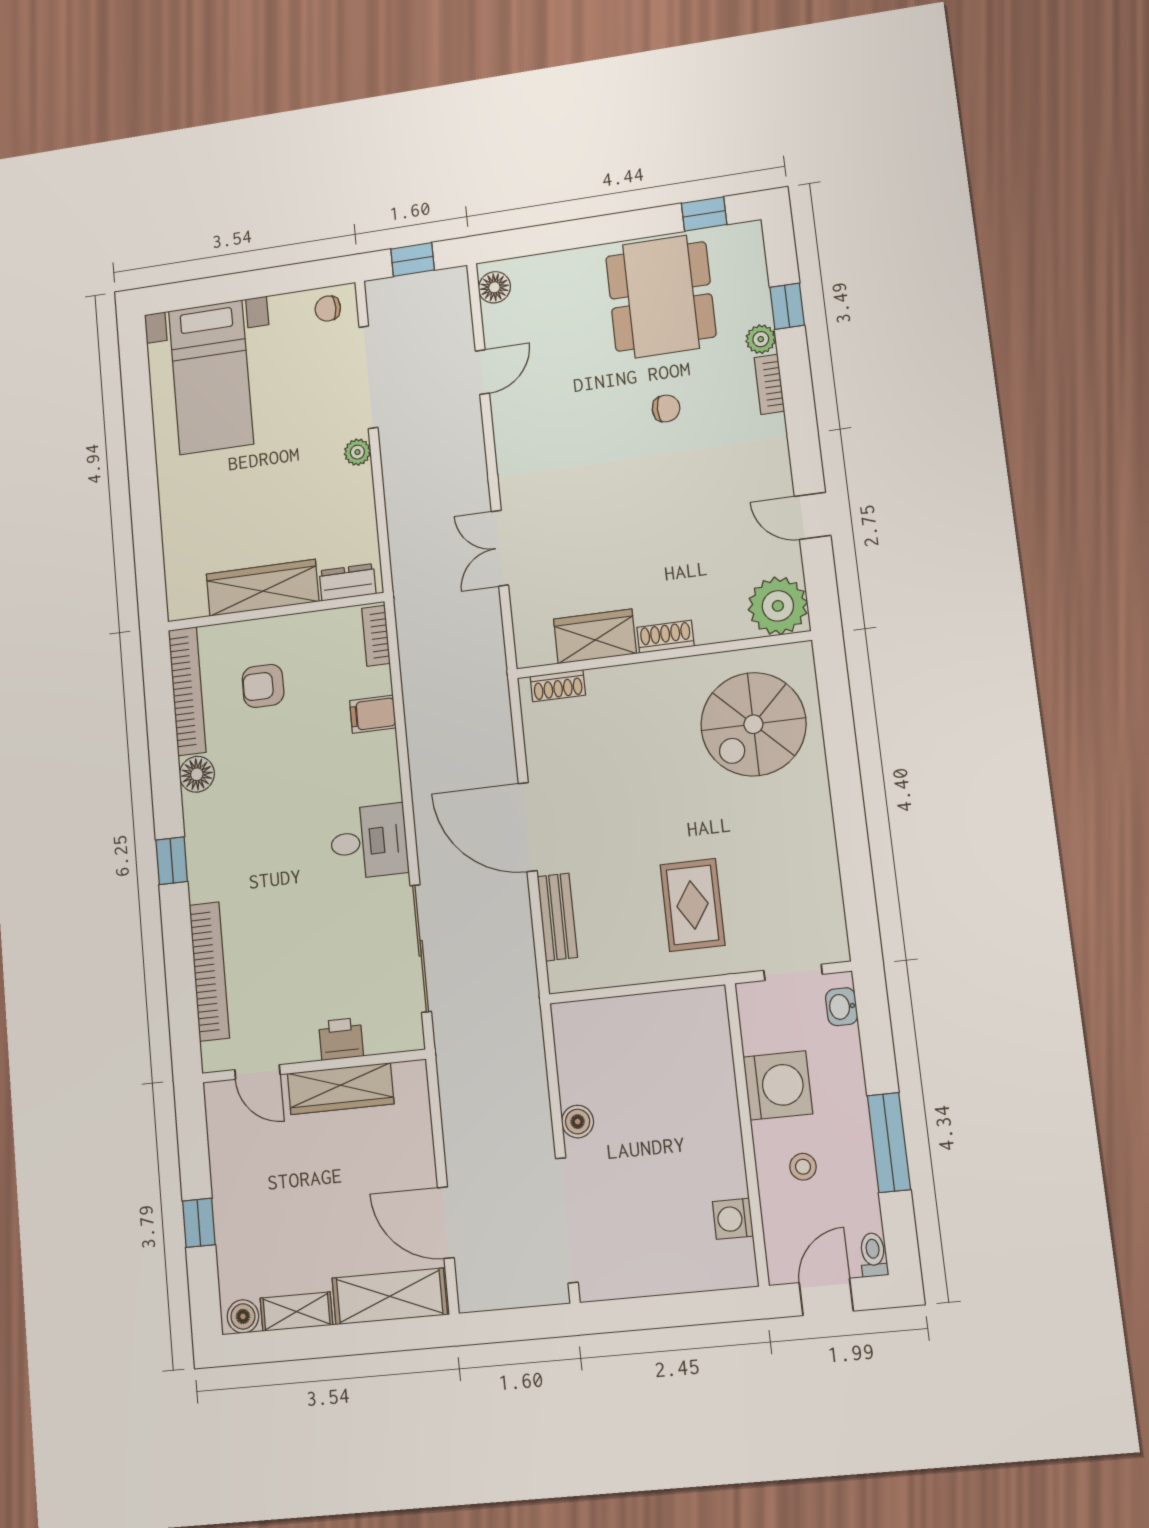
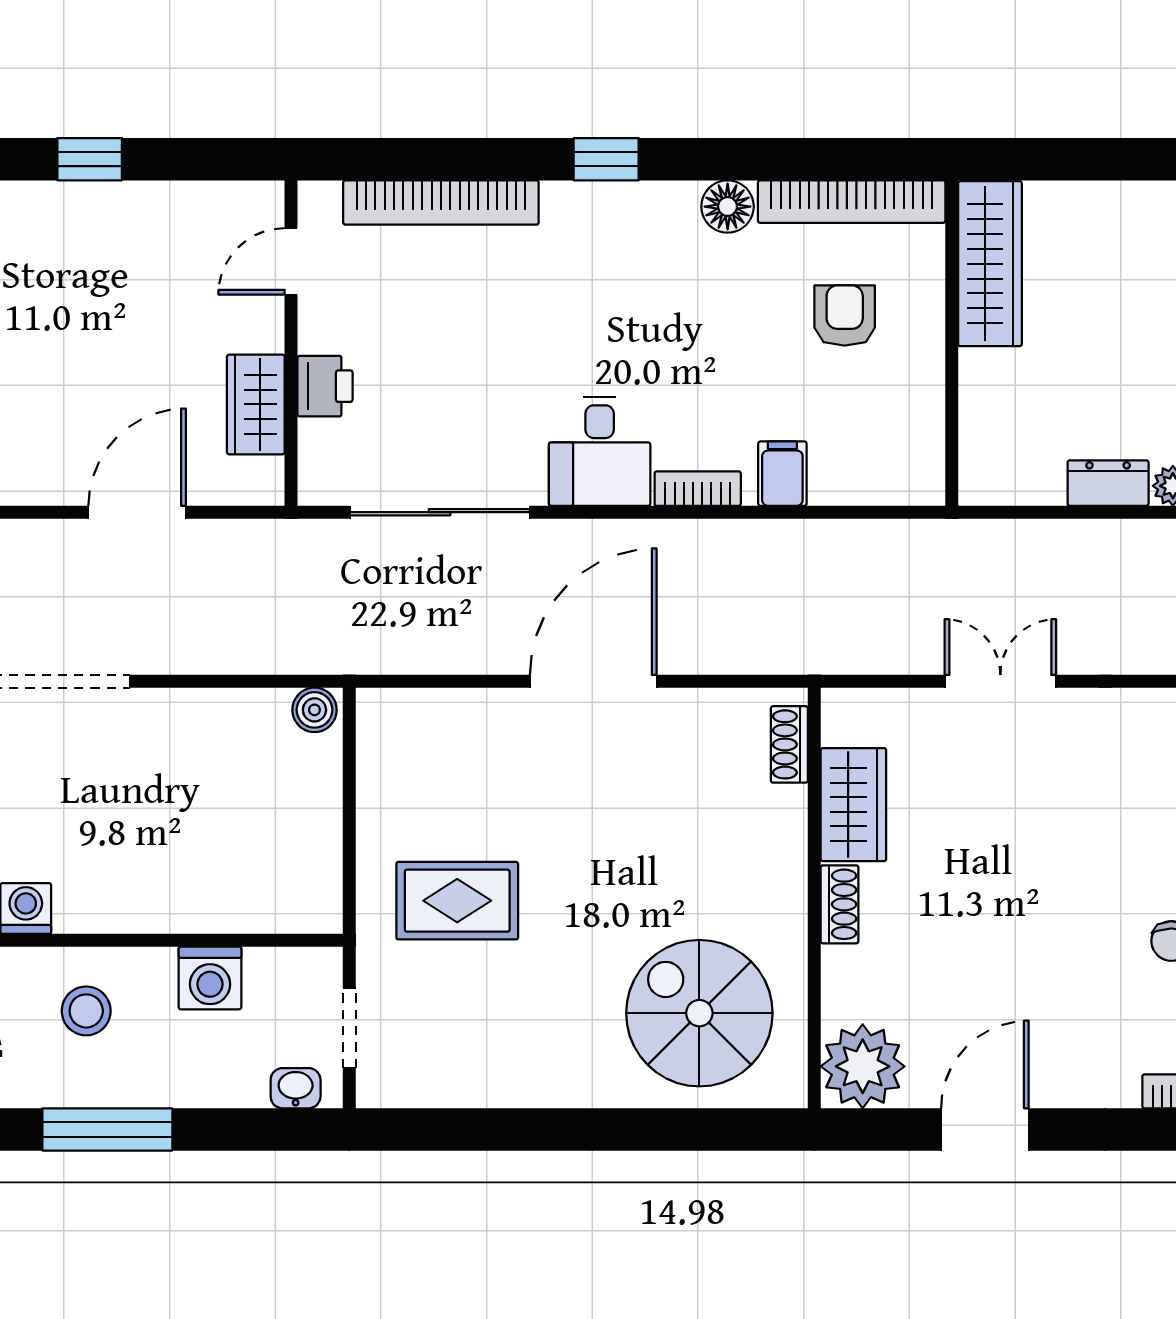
door: (813, 516) -> (985, 1129), width x1.38
dresser: (348, 582) -> (1108, 483), moved, turned -90
wardrobe: (262, 588) -> (990, 264), moved
bookcase: (376, 636) -> (698, 489), moved
bench: (557, 917) -> (462, 710), removed
washing machine: (778, 1085) -> (210, 978), width x0.73, depth x0.73
wardrobe: (341, 1089) -> (256, 404), width x0.67
boiler: (578, 1122) -> (314, 710), moved
stool: (803, 1167) -> (86, 1011), width x1.37, depth x1.37
door: (446, 1223) -> (137, 512), moved

